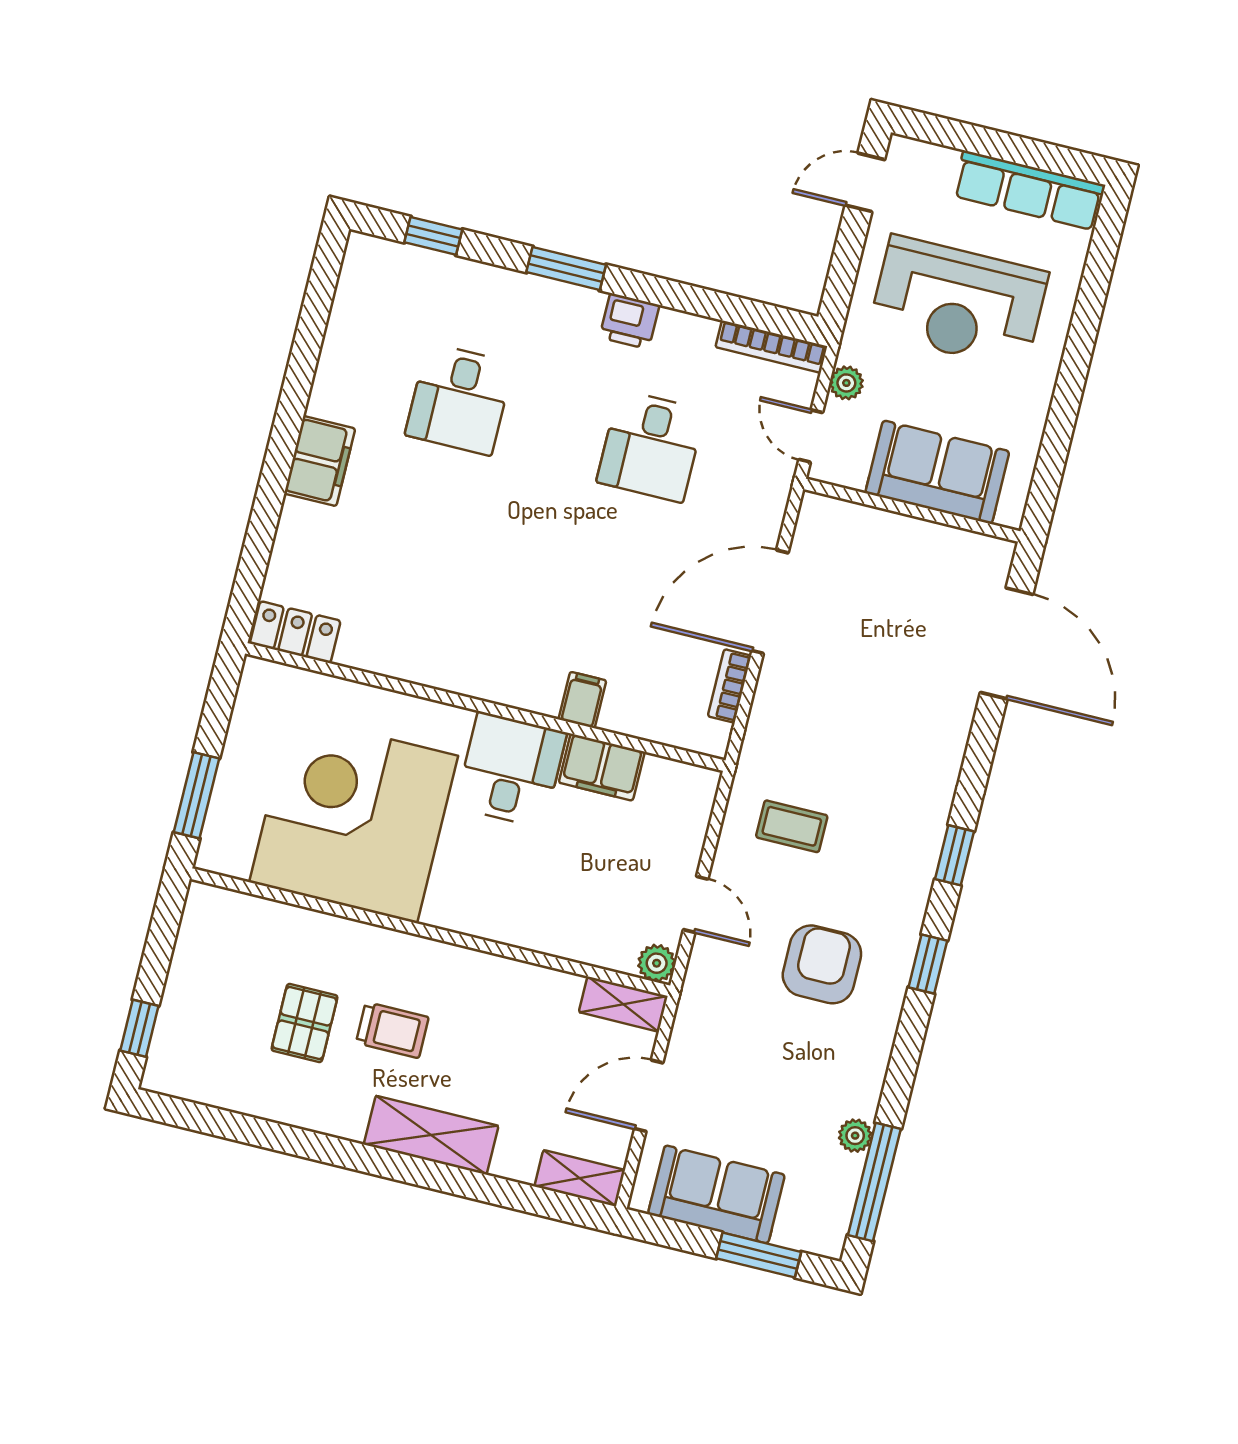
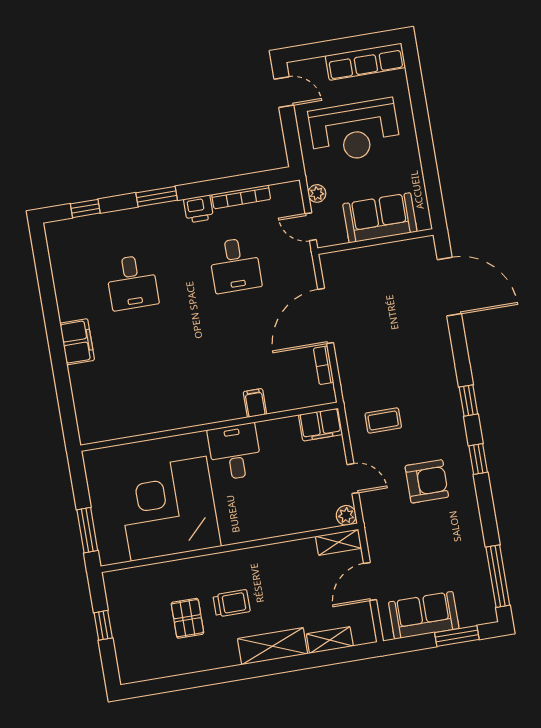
door: (865, 182) -> (284, 92), swing flipped
bookcase: (771, 347) -> (241, 197), moved
locker: (295, 632) -> (101, 430), removed
filing cabinet: (602, 767) -> (321, 425), moved
armchair: (822, 964) -> (427, 481), turned 90
window: (139, 1028) -> (103, 625), moved
plant: (855, 1136) -> (479, 558), removed
shelving: (580, 1178) -> (330, 640), moved

